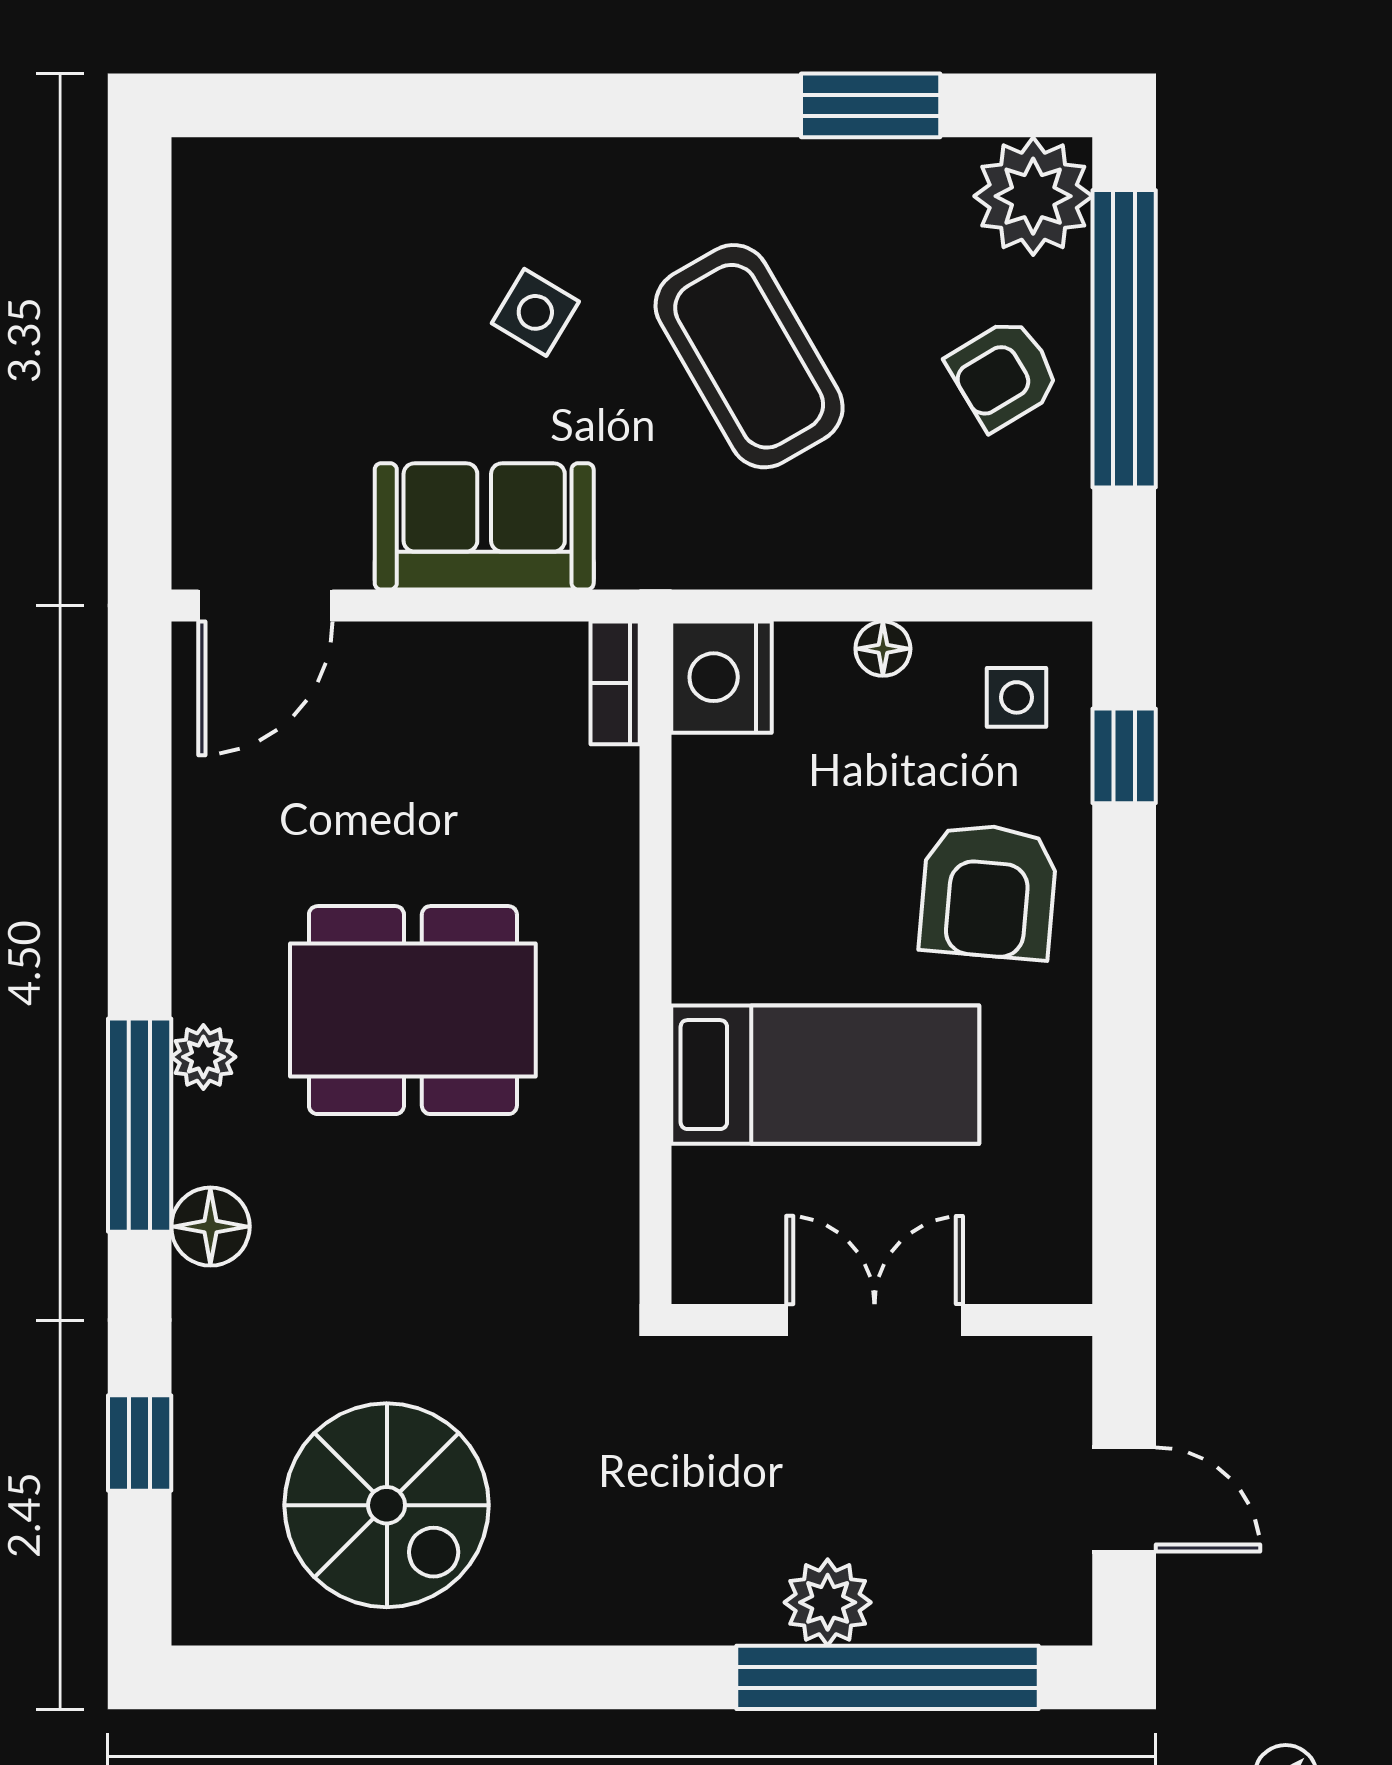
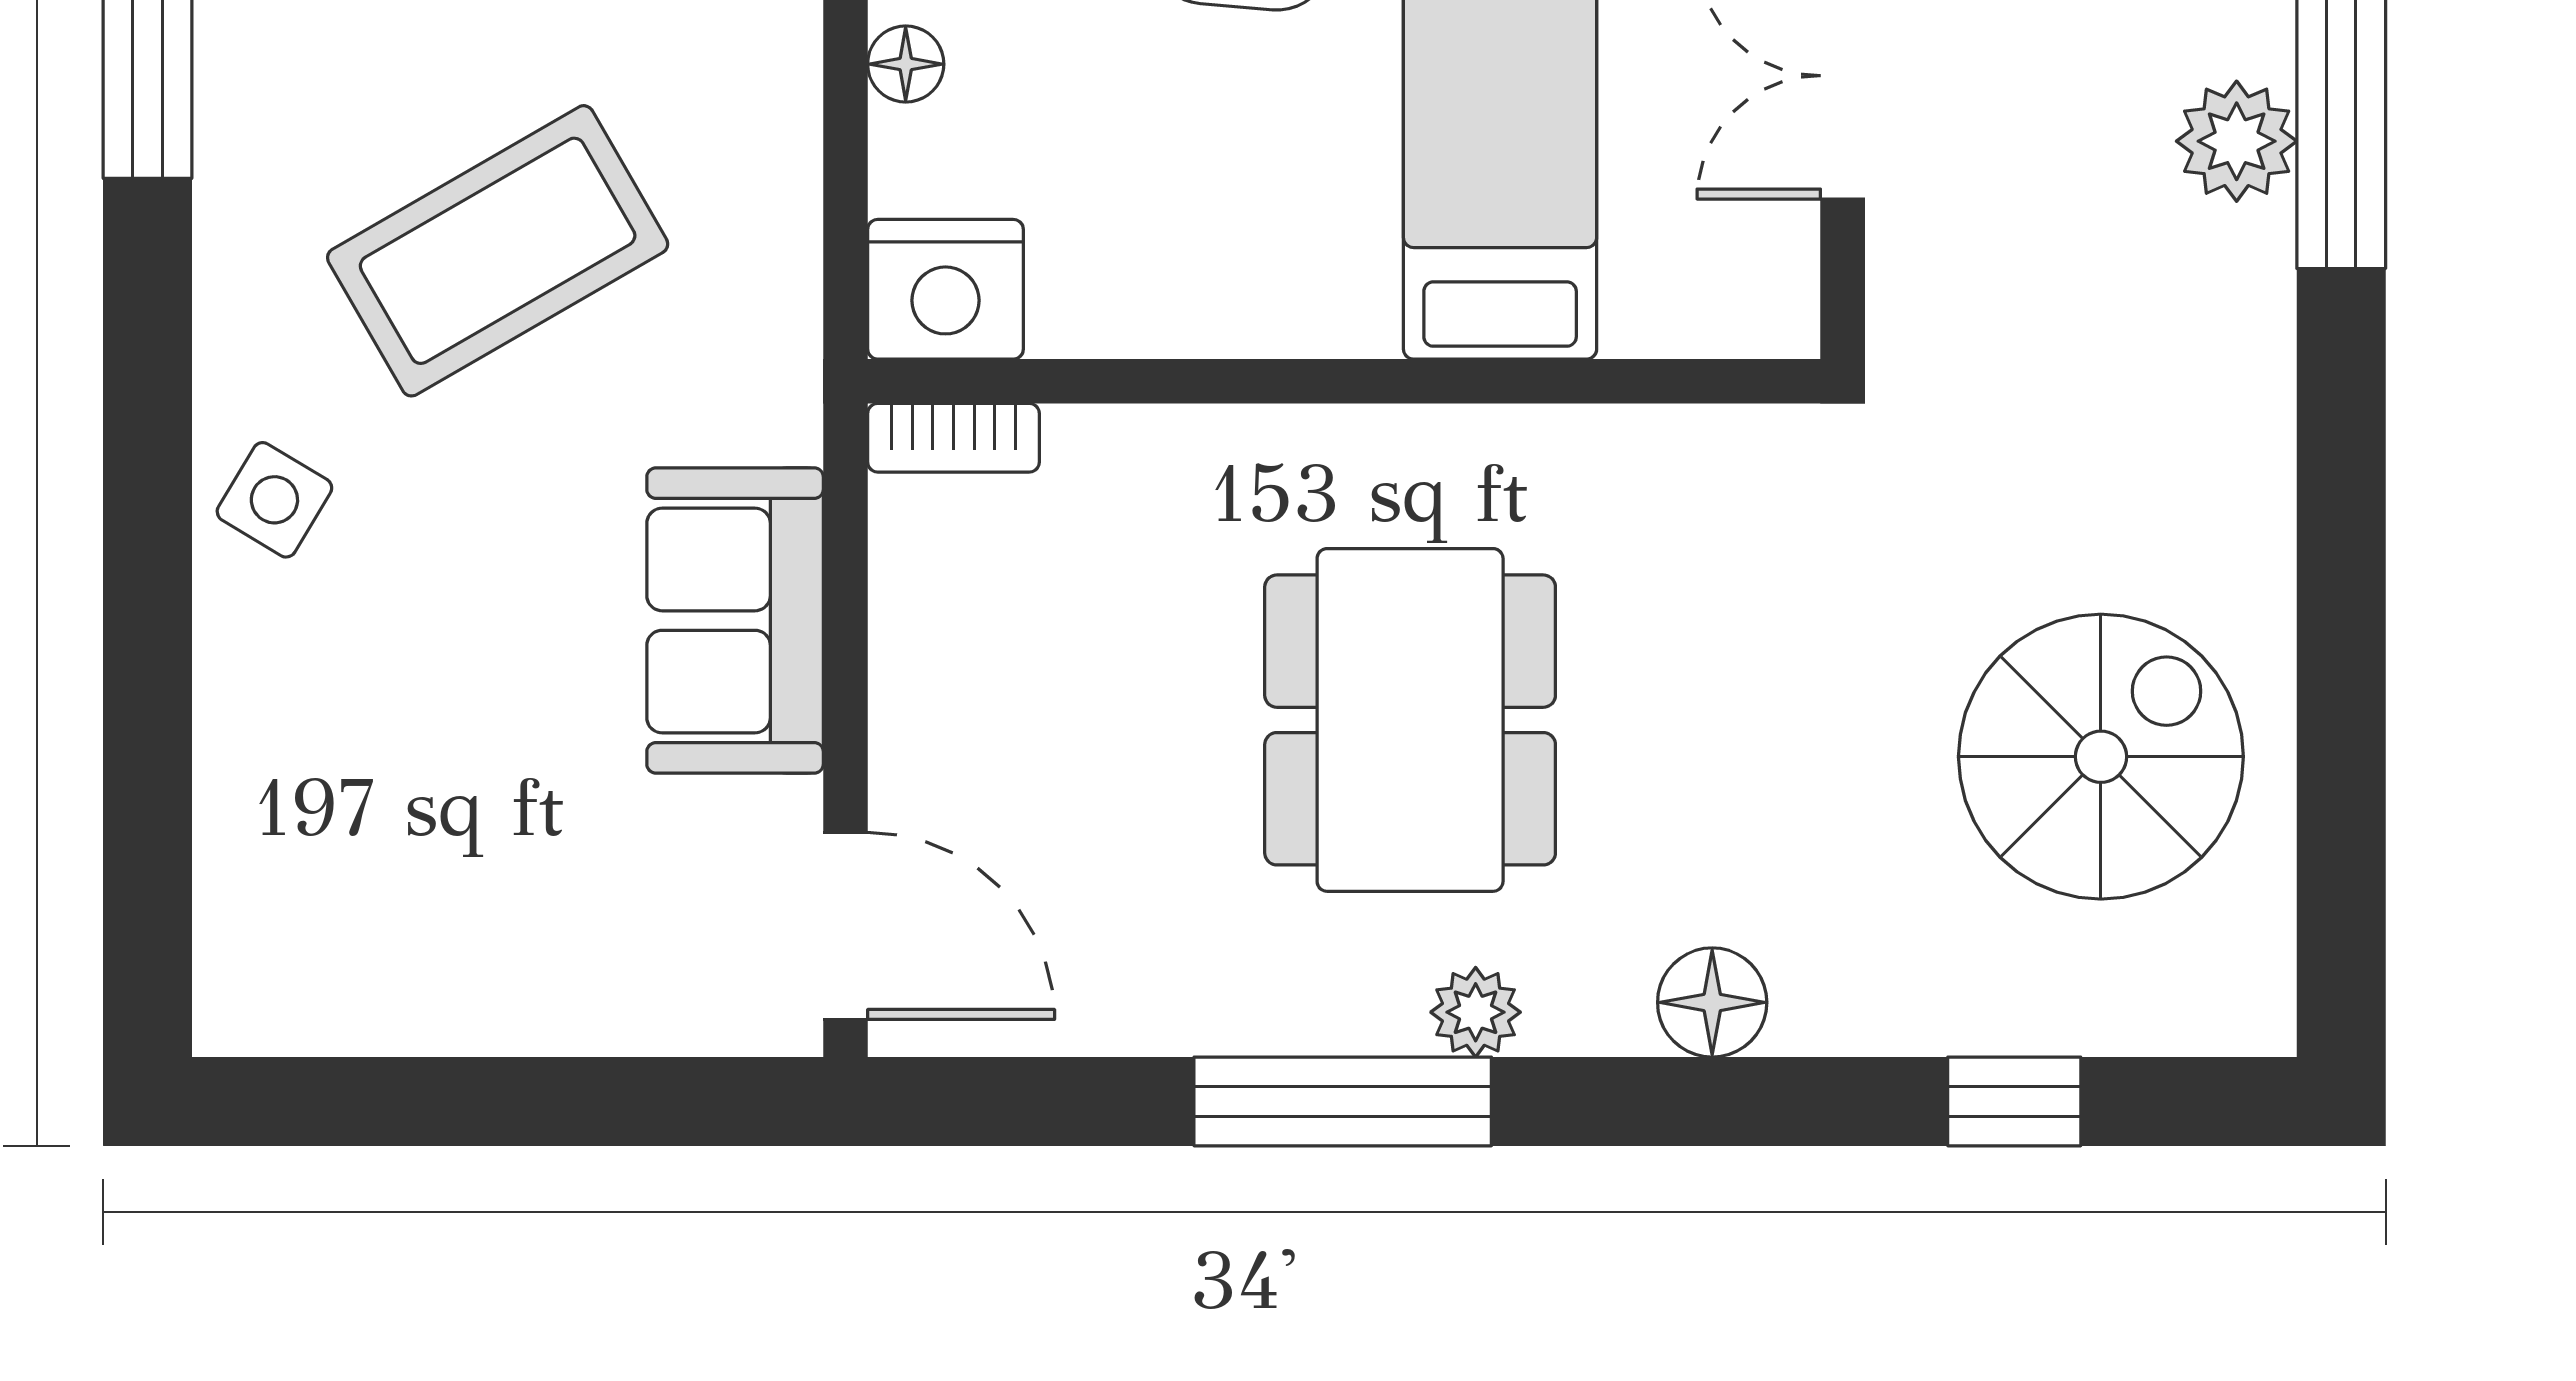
side table: (535, 312) -> (274, 500), moved
window: (140, 1125) -> (1343, 1101), moved

